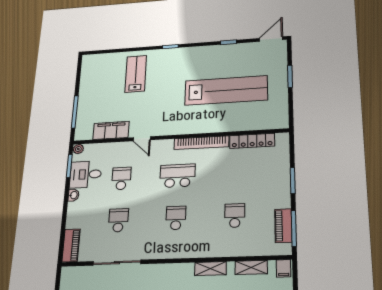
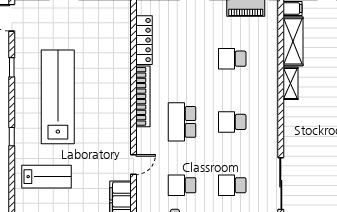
lab bench: (136, 74) -> (46, 177), turned 180
lab bench: (226, 90) -> (58, 97), moved
shelving: (251, 267) -> (293, 41), width x1.50, depth x1.33

